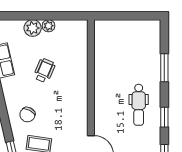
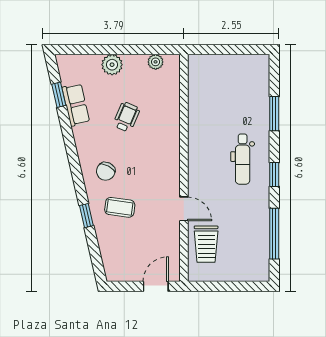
plant: (48, 26) -> (156, 62), moved

